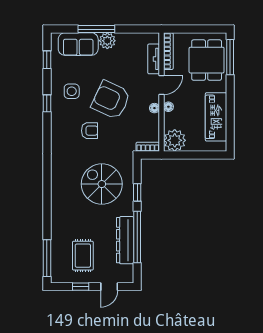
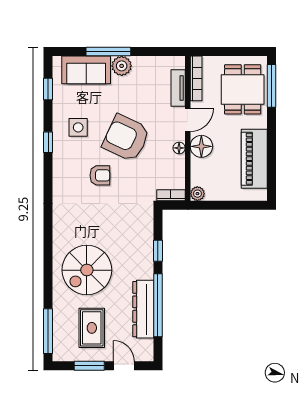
floor lamp: (168, 107) -> (201, 146), width x1.89, depth x1.89
plant: (175, 140) -> (197, 194), width x0.53, depth x0.53
spiral stairs: (102, 184) -> (87, 270), moved, turned -90
window: (81, 287) -> (89, 366), width x1.50
door: (109, 287) -> (124, 366), swing flipped

